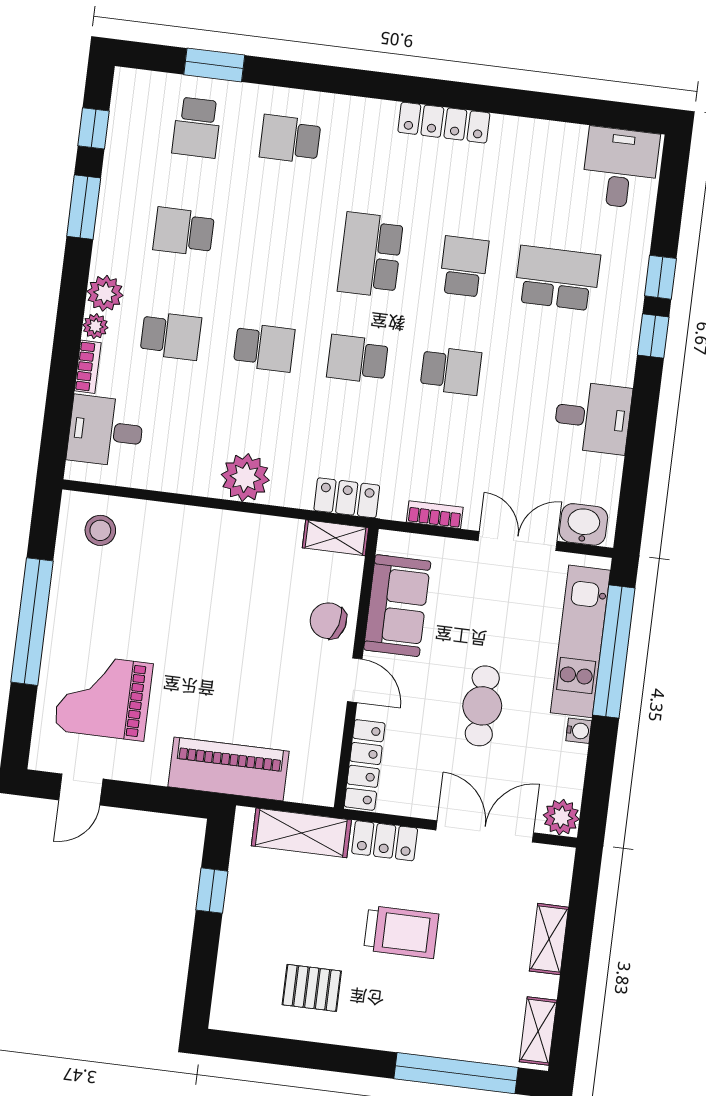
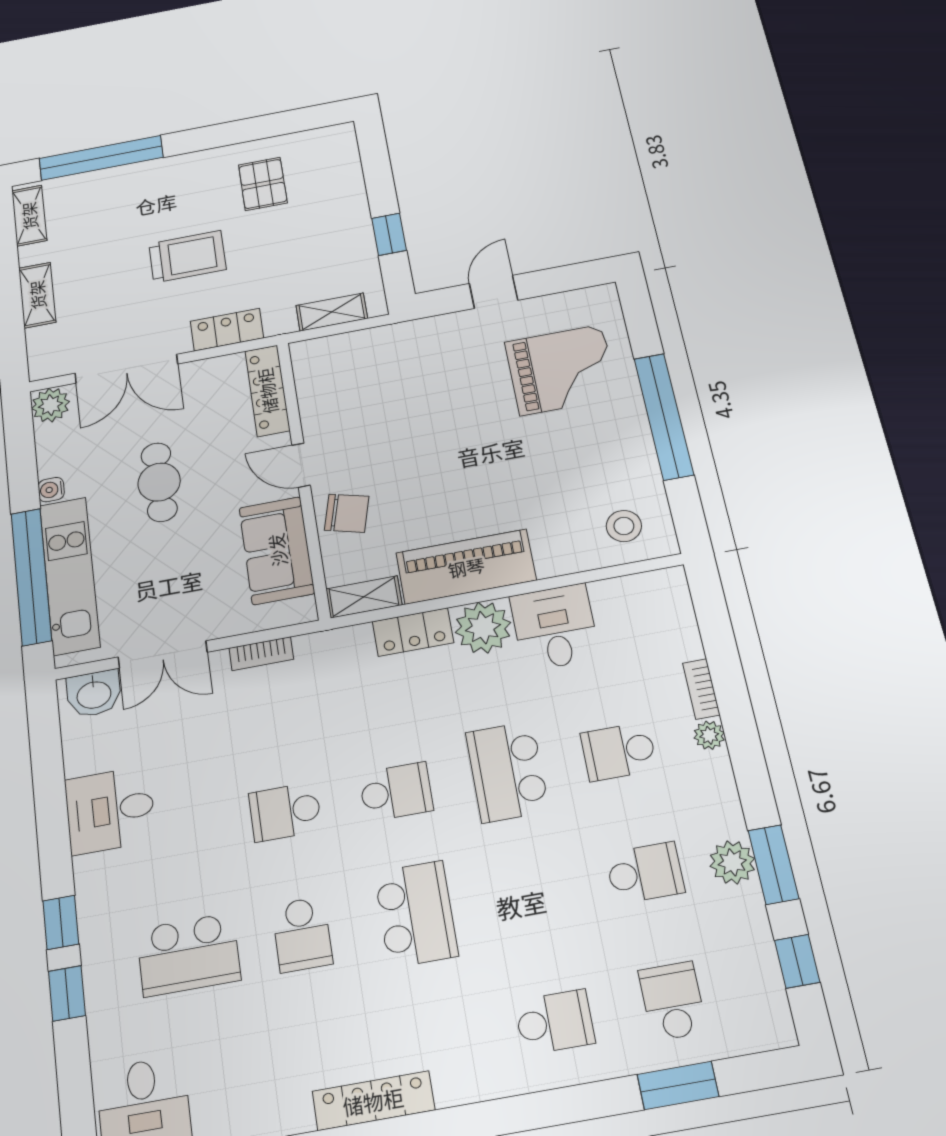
plant: (105, 293) -> (732, 862), moved
school desk: (264, 347) -> (507, 772), width x1.85
desk: (106, 431) -> (555, 627), moved, turned -90
locker: (347, 498) -> (413, 632), moved
piano: (229, 769) -> (466, 567), moved, turned 180
door: (81, 789) -> (494, 292), moved
shelving: (301, 833) -> (332, 312), width x0.67, depth x0.75
trolley: (401, 932) -> (187, 257), turned 180
pallet: (312, 988) -> (263, 184), turned 90

